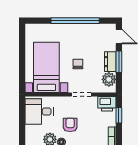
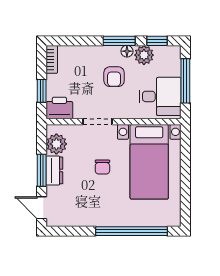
window: (75, 21) -> (132, 231), moved
window: (22, 122) -> (185, 81), added

